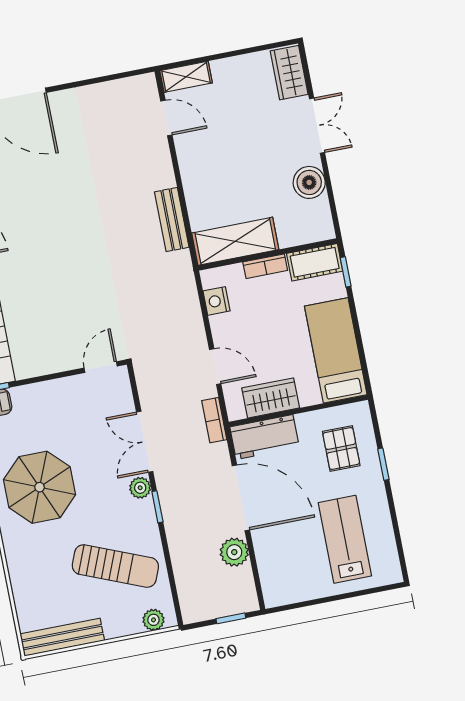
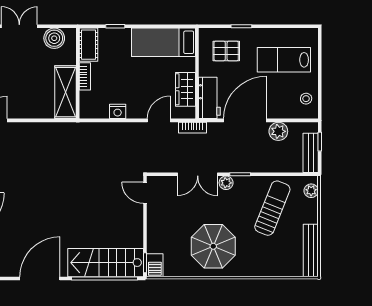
bench: (172, 220) -> (311, 153), moved, turned 90
shelving: (235, 241) -> (65, 92), moved
wall: (268, 254) -> (78, 73), moved
cot: (315, 262) -> (88, 45), moved
bookcase: (265, 266) -> (85, 76), moved
stool: (292, 585) -> (306, 99), added

